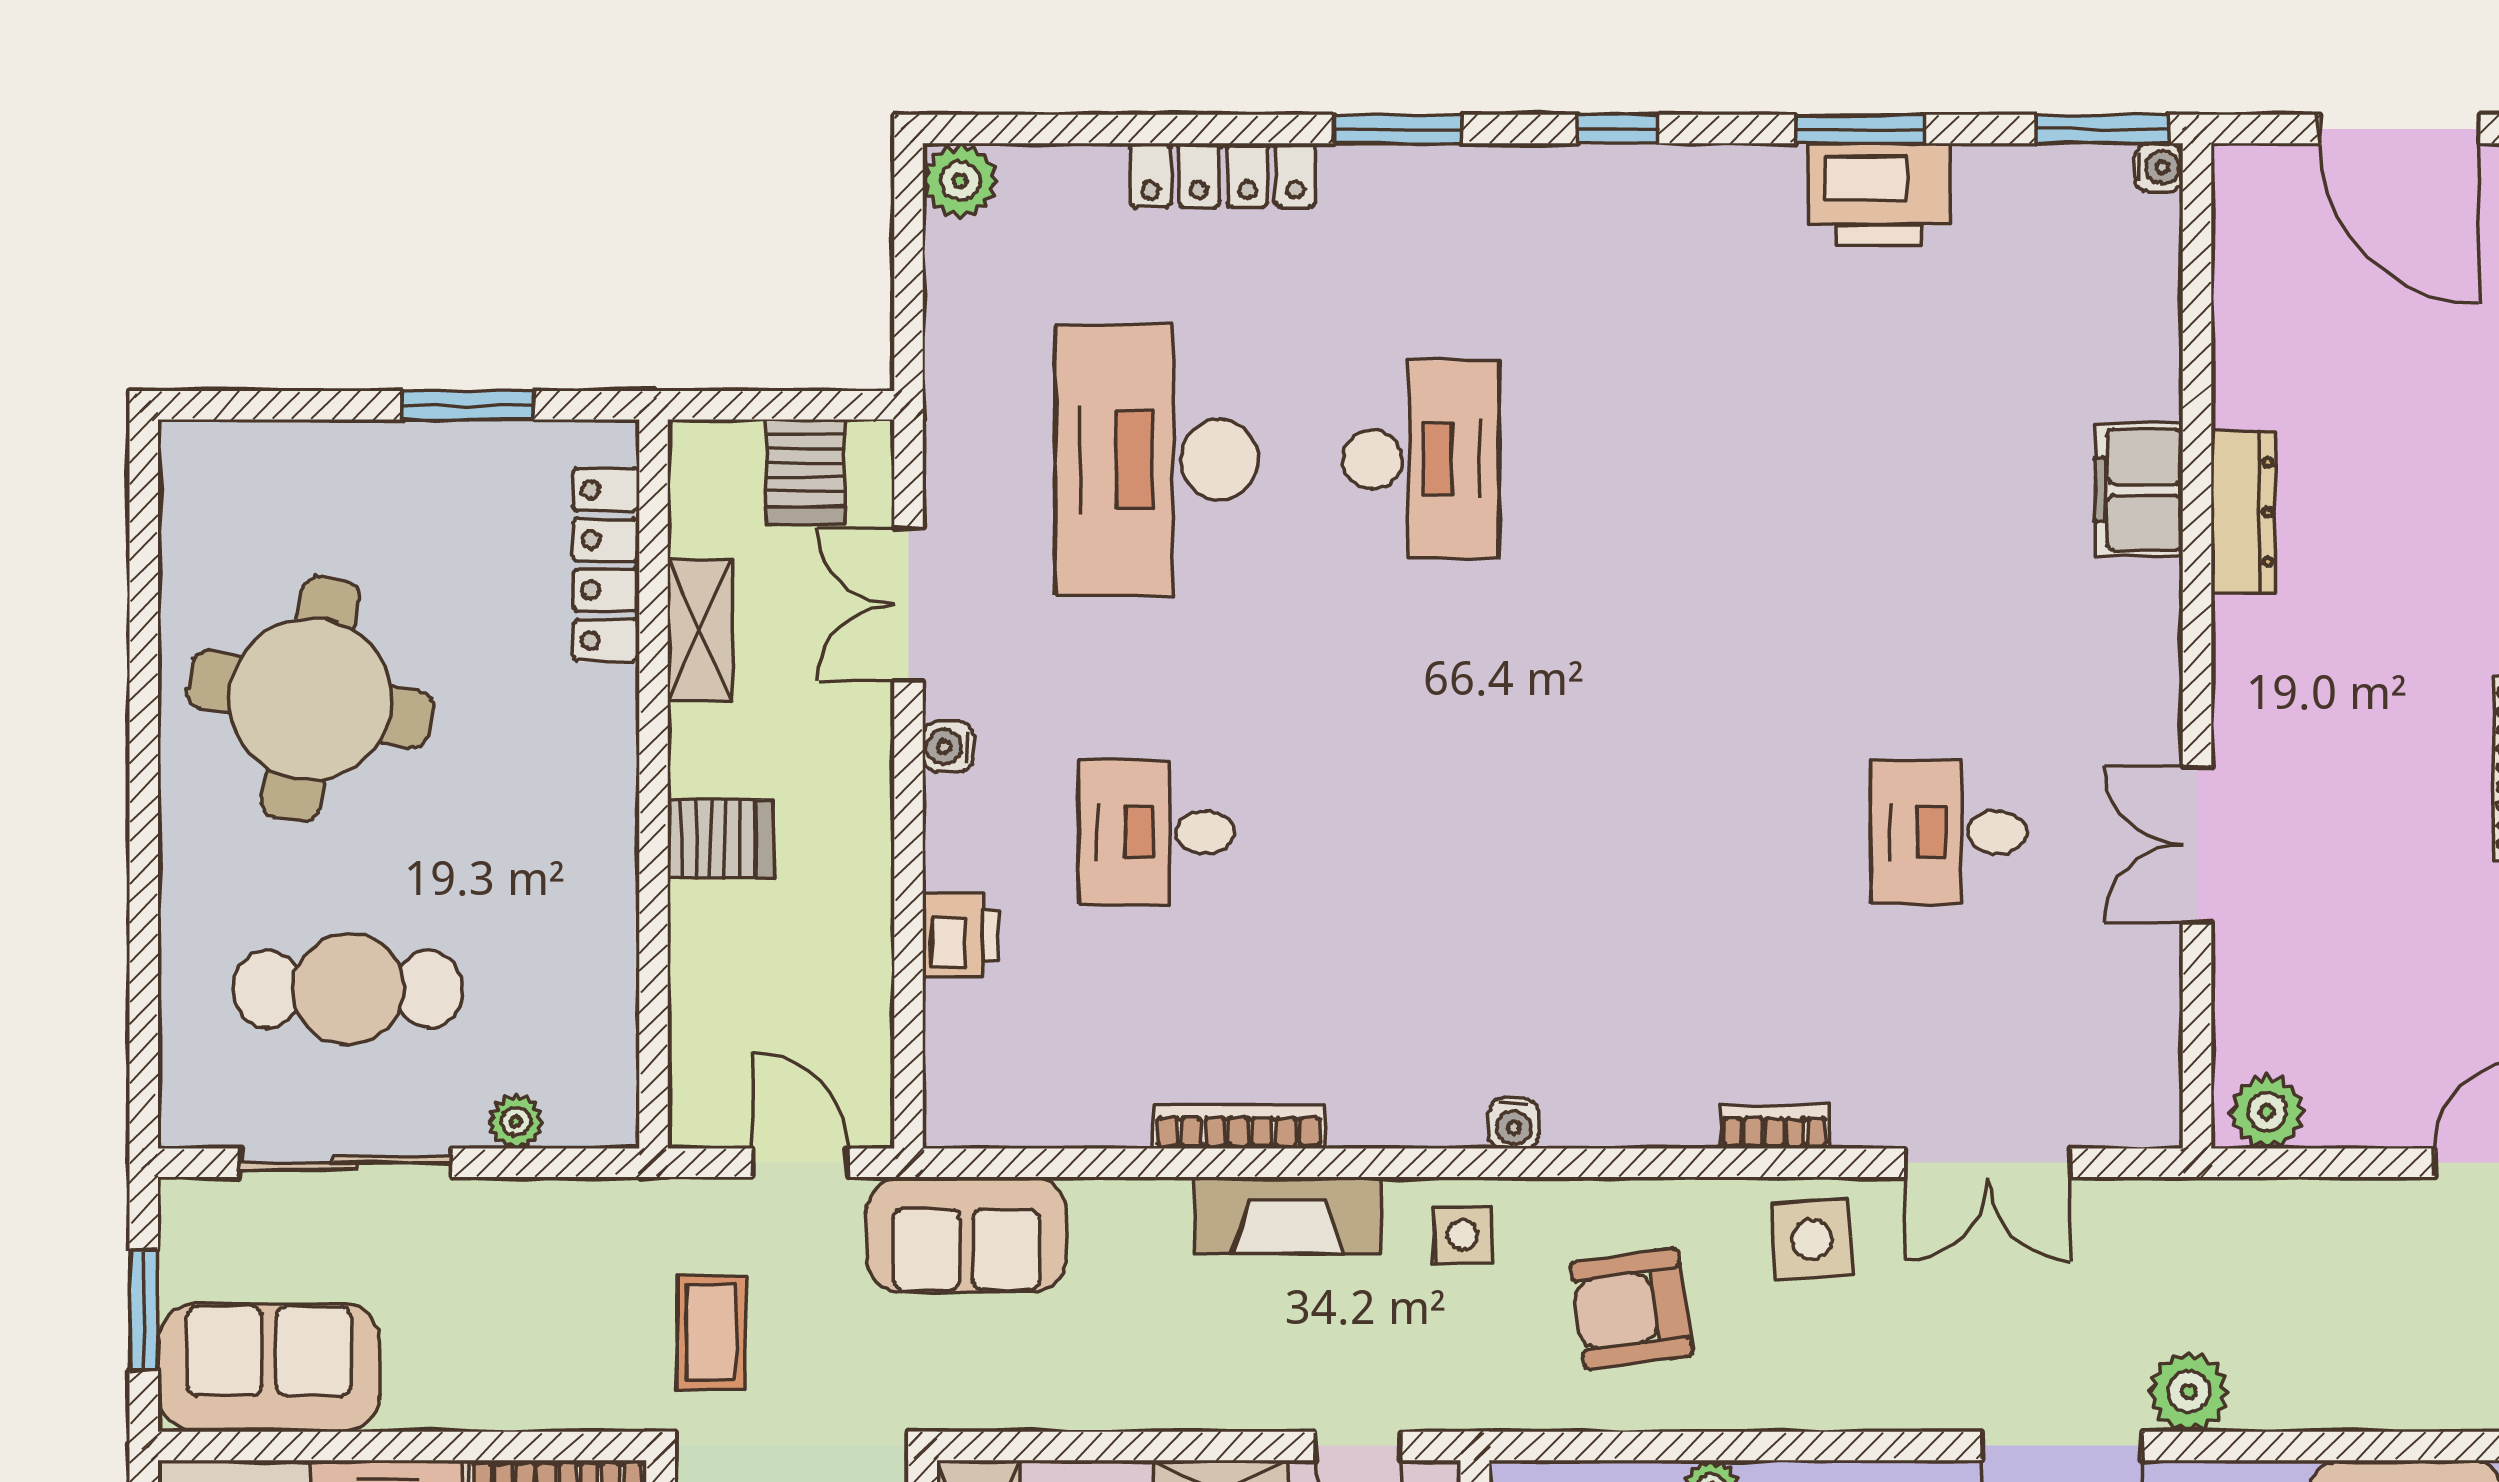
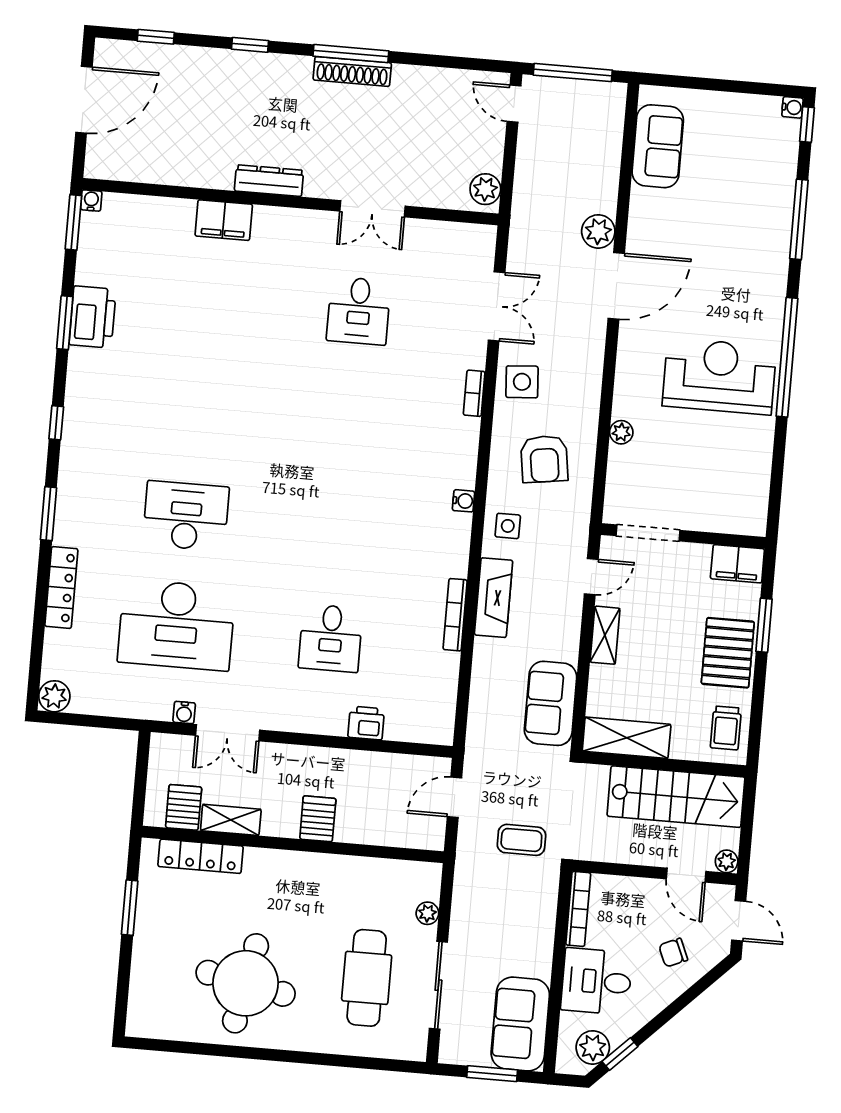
server rack: (805, 472) -> (184, 807), moved, turned -90
dresser: (2243, 512) -> (269, 181), moved
water cooler: (948, 747) -> (184, 713), moved
sofa: (966, 1235) -> (551, 703), moved, turned 180

